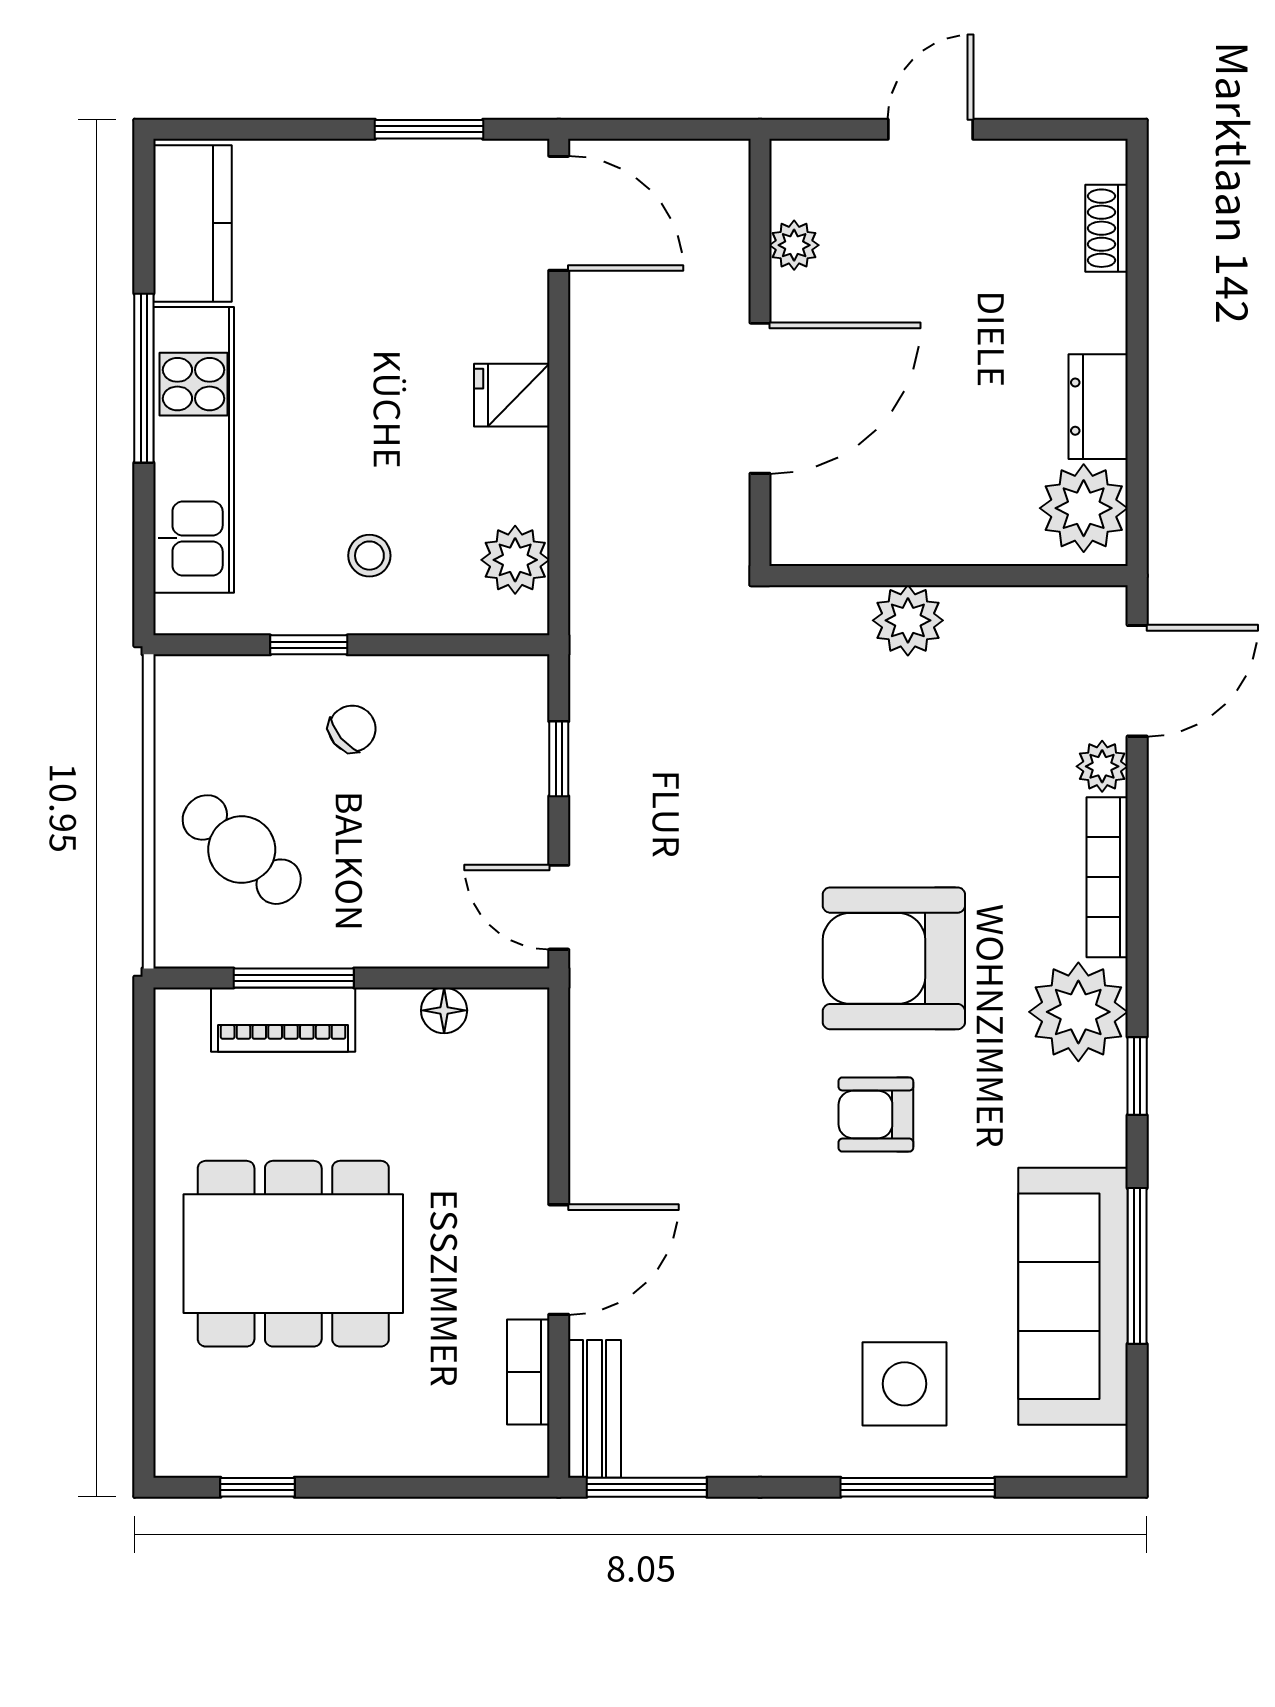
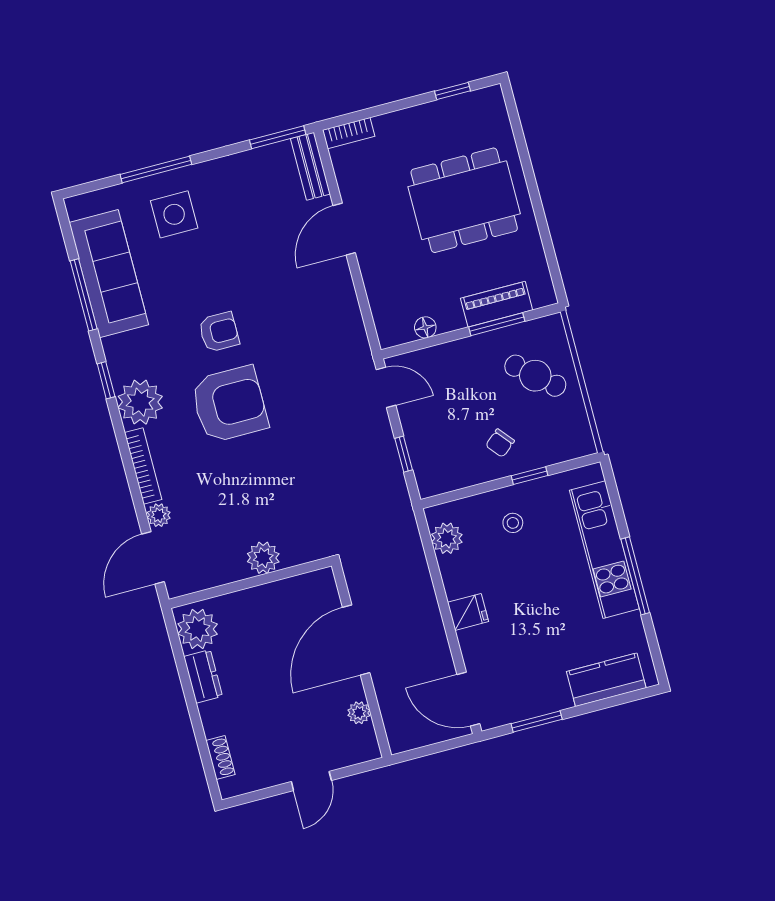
kitchen counter: (192, 223) -> (606, 680), moved, turned 90
bookcase: (528, 1372) -> (349, 133), moved, turned 90

